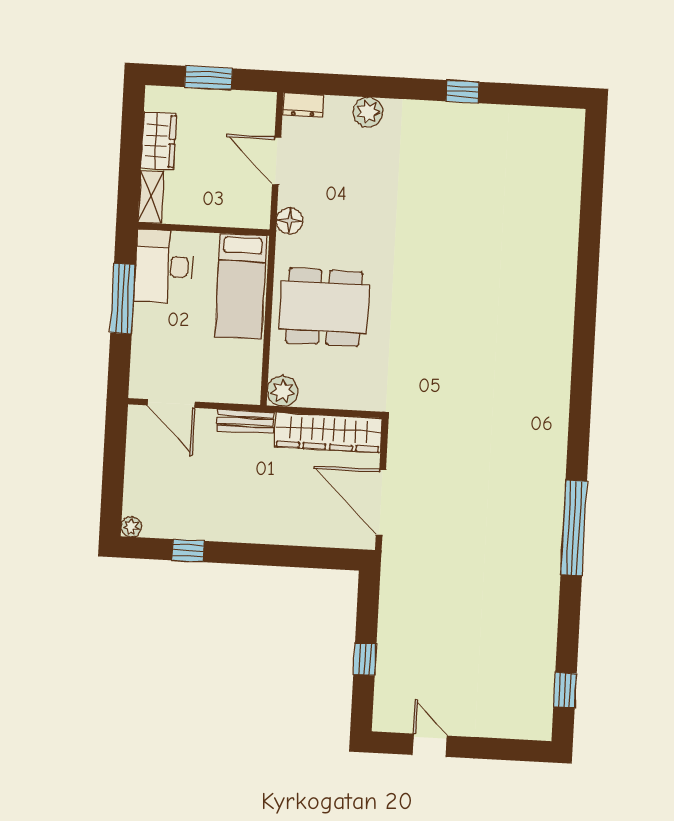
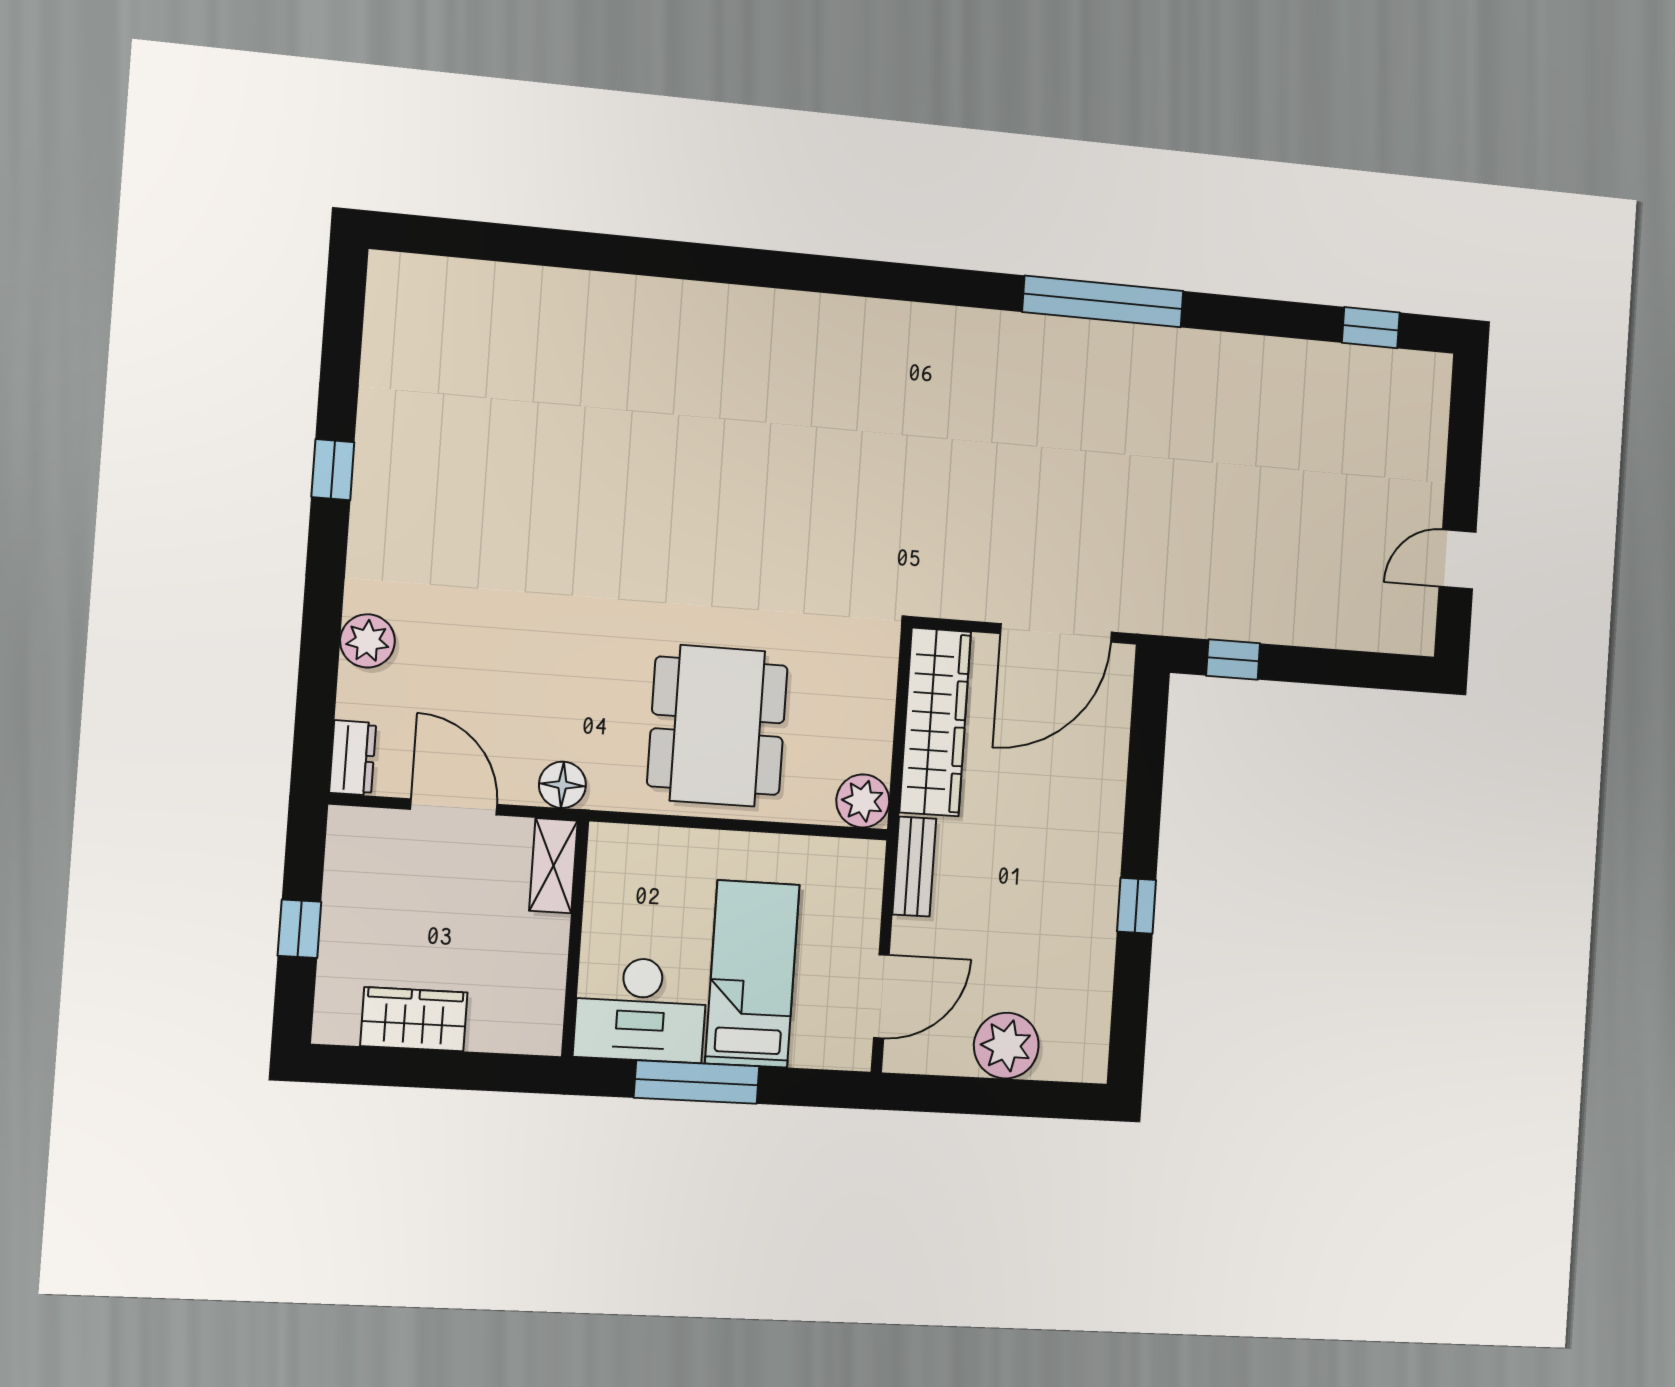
window: (208, 78) -> (299, 929), width x0.67
door: (277, 161) -> (454, 807), swing flipped
shelving: (151, 197) -> (553, 866), moved, turned 90
bed: (241, 286) -> (752, 974), moved, turned -90
plant: (131, 527) -> (1006, 1046), moved, width x1.88, depth x1.88
window: (188, 551) -> (1137, 906), moved
window: (365, 659) -> (1233, 659), moved

